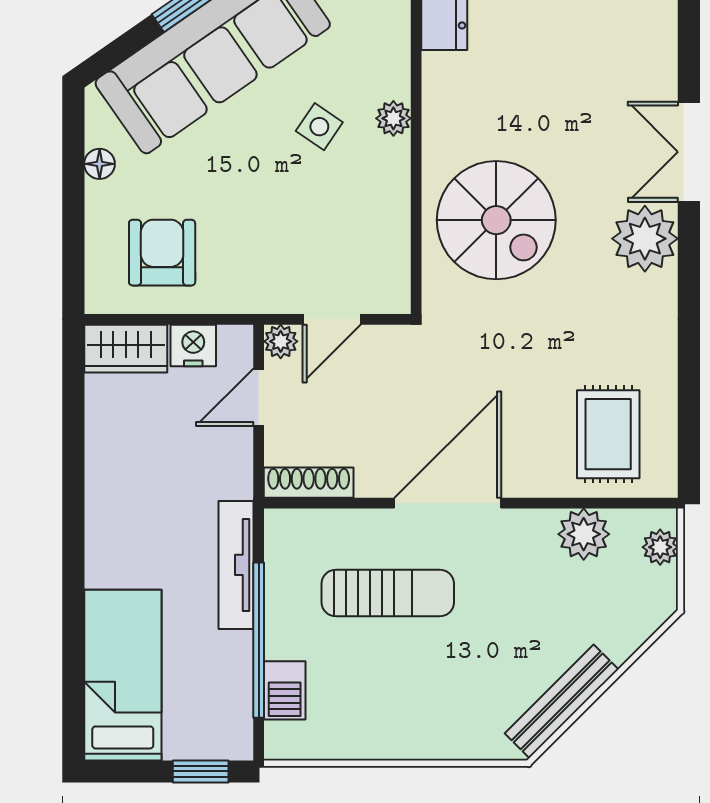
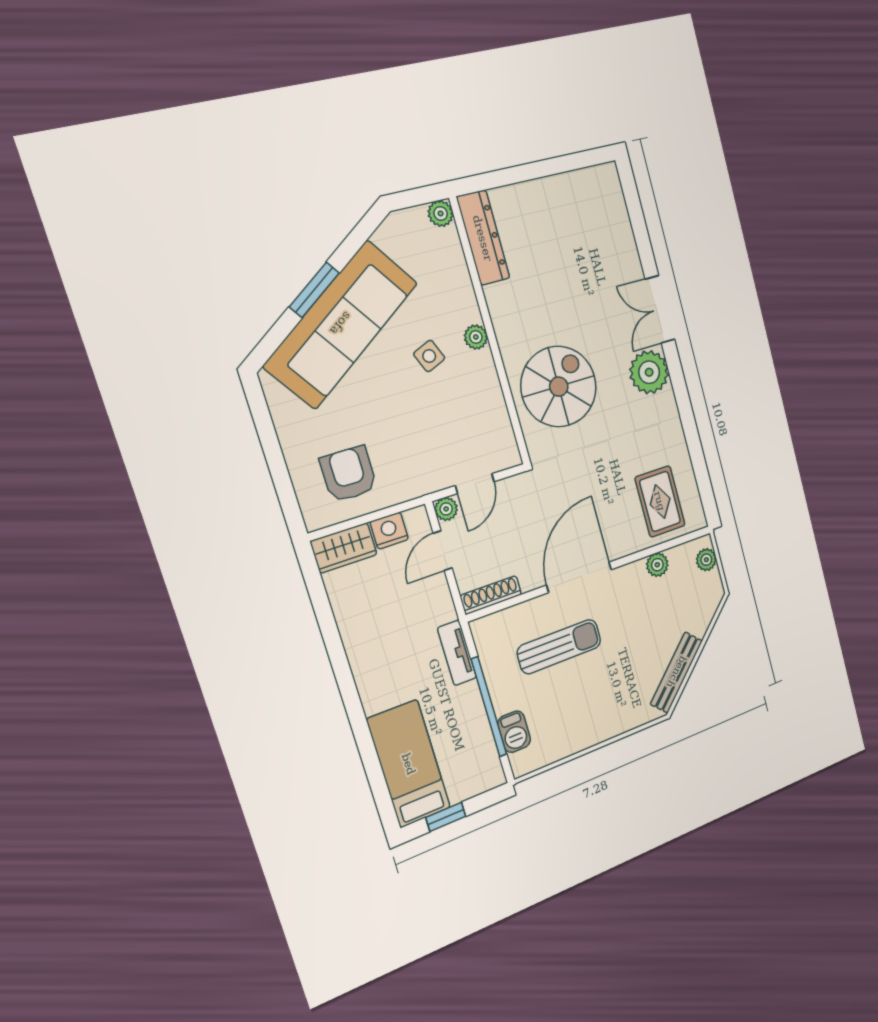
side table: (319, 127) -> (429, 356), turned 33
floor lamp: (100, 164) -> (285, 425), removed
spiral stairs: (496, 220) -> (559, 387), turned -90
plant: (584, 534) -> (657, 565), width x0.73, depth x0.73
tv unit: (236, 565) -> (457, 653), width x0.71
window: (201, 771) -> (446, 817), moved

